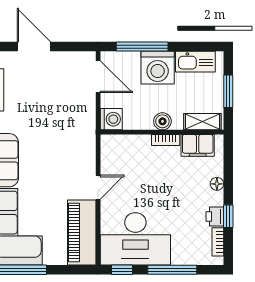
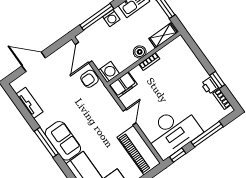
washing machine: (158, 68) -> (111, 18), width x0.53, depth x0.53
door: (98, 77) -> (84, 53), swing flipped
armchair: (84, 111) -> (89, 79), added
filing cabinet: (198, 145) -> (123, 85), moved
floor lamp: (217, 184) -> (197, 66), removed

